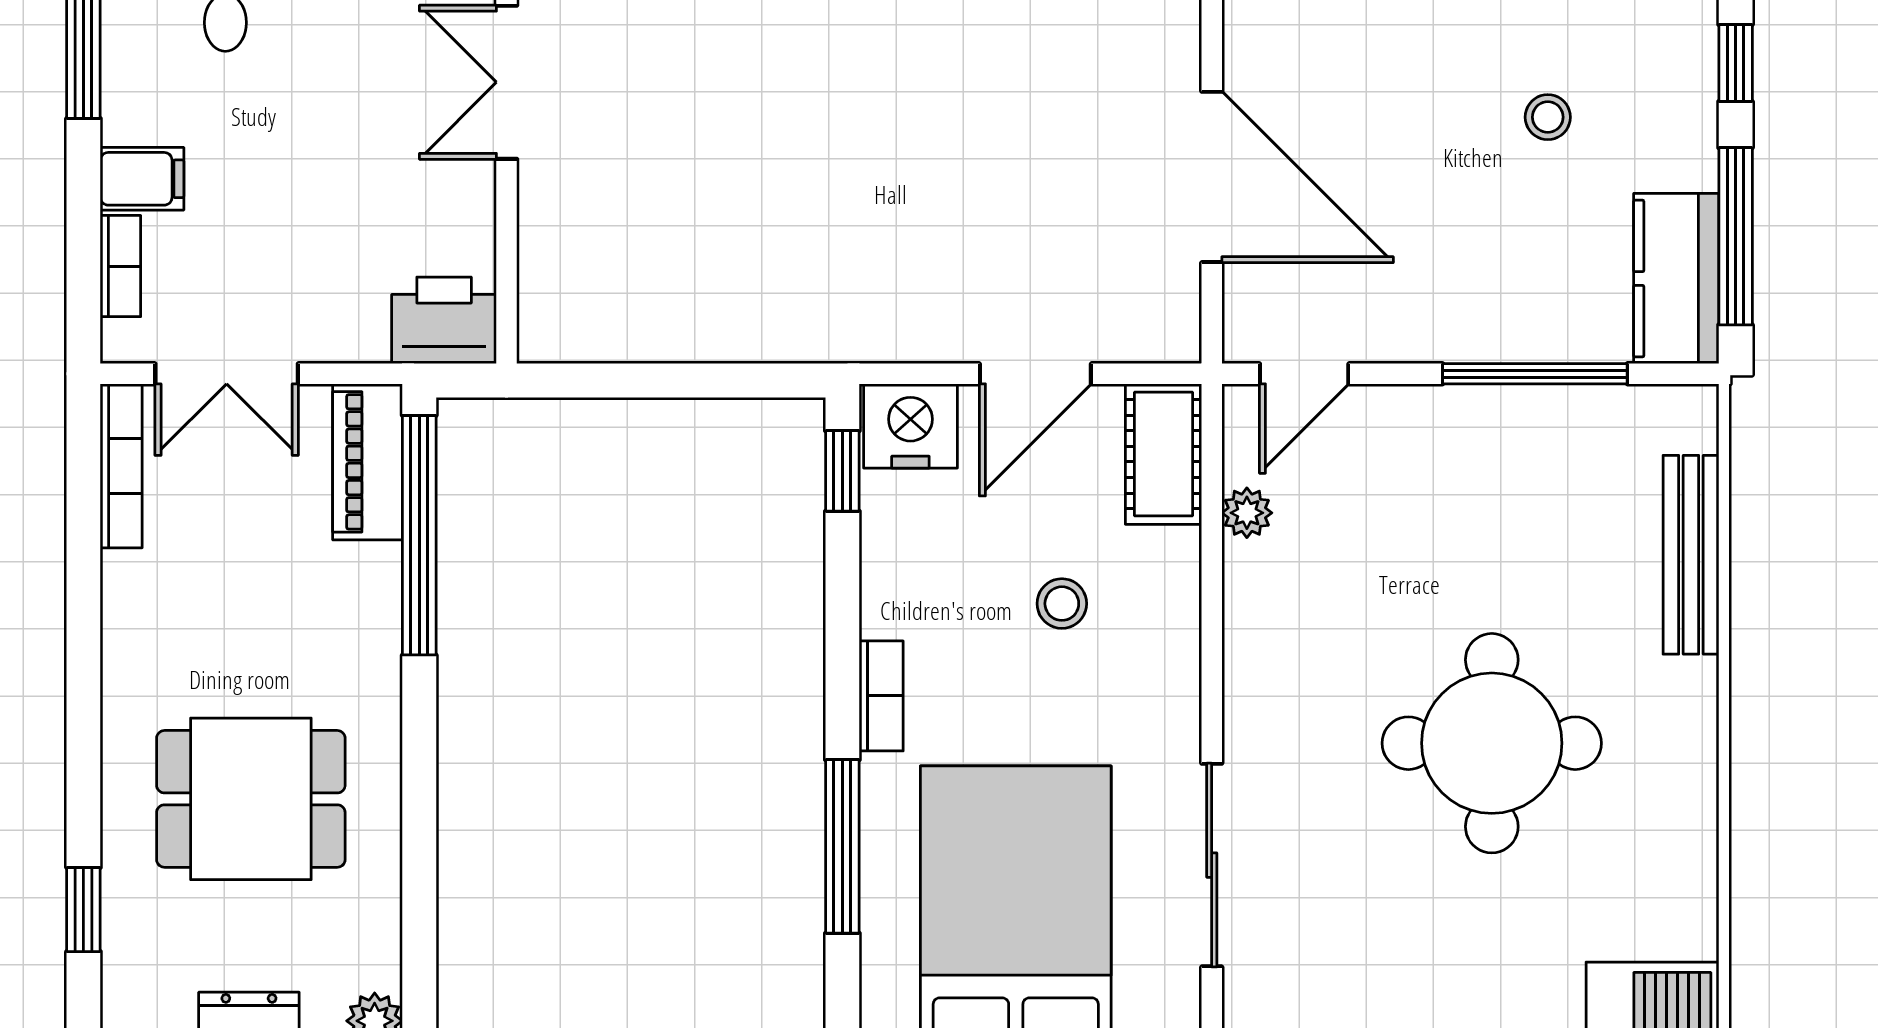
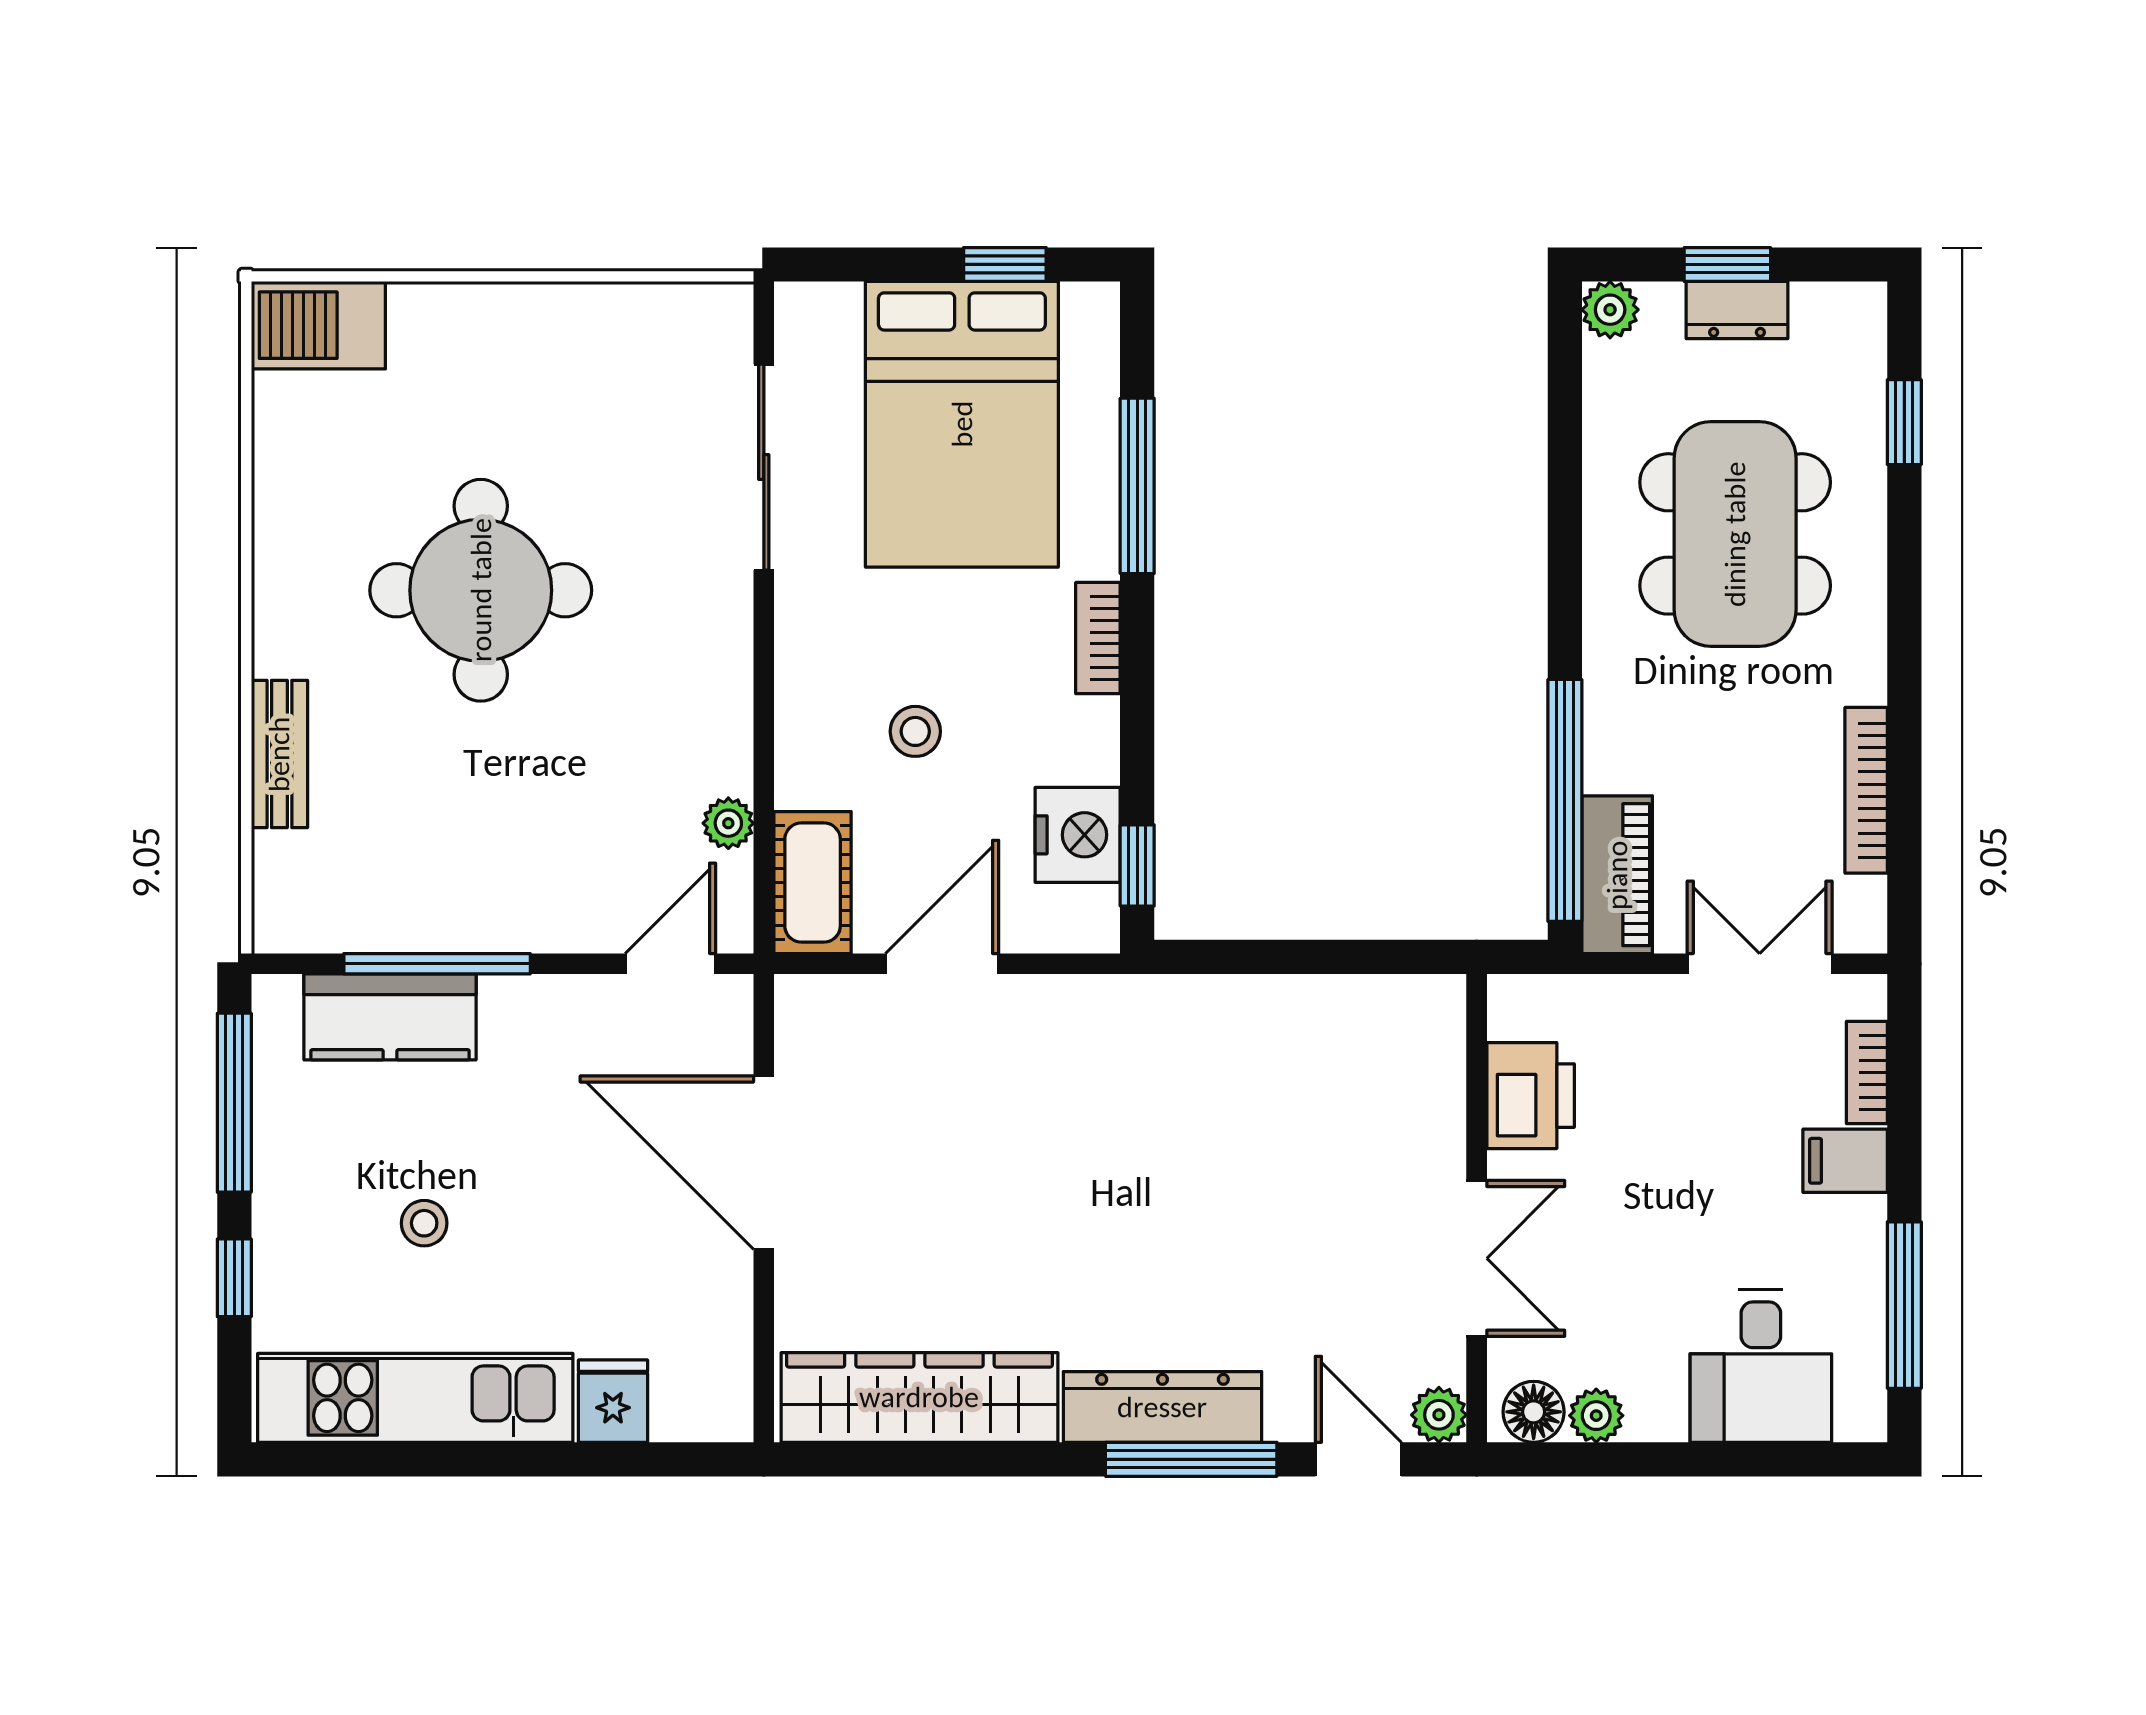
kitchen counter: (1676, 279) -> (390, 1017), moved, turned 90
printer: (444, 320) -> (1531, 1096), moved, turned -90
nightstand: (910, 426) -> (1078, 835), moved, turned -90
bookcase: (121, 466) -> (1866, 790), moved
bench: (1691, 555) -> (279, 754), width x0.73
dining table: (251, 799) -> (1735, 534), width x1.38

